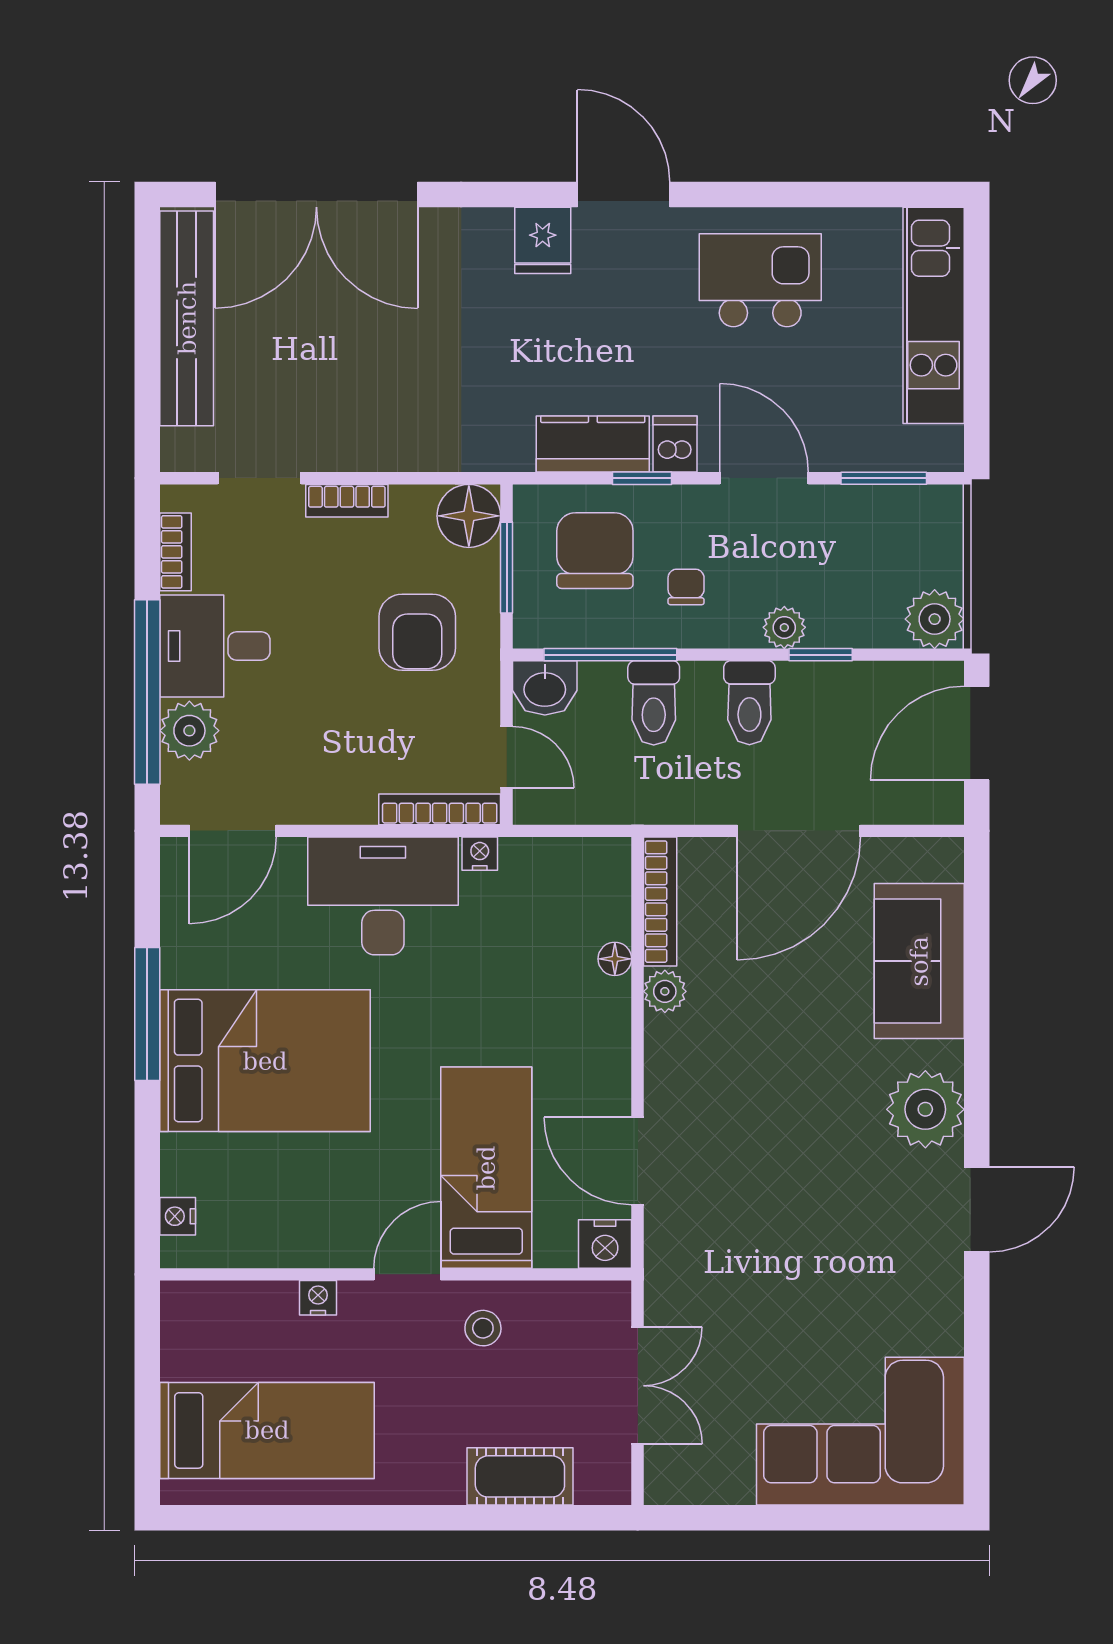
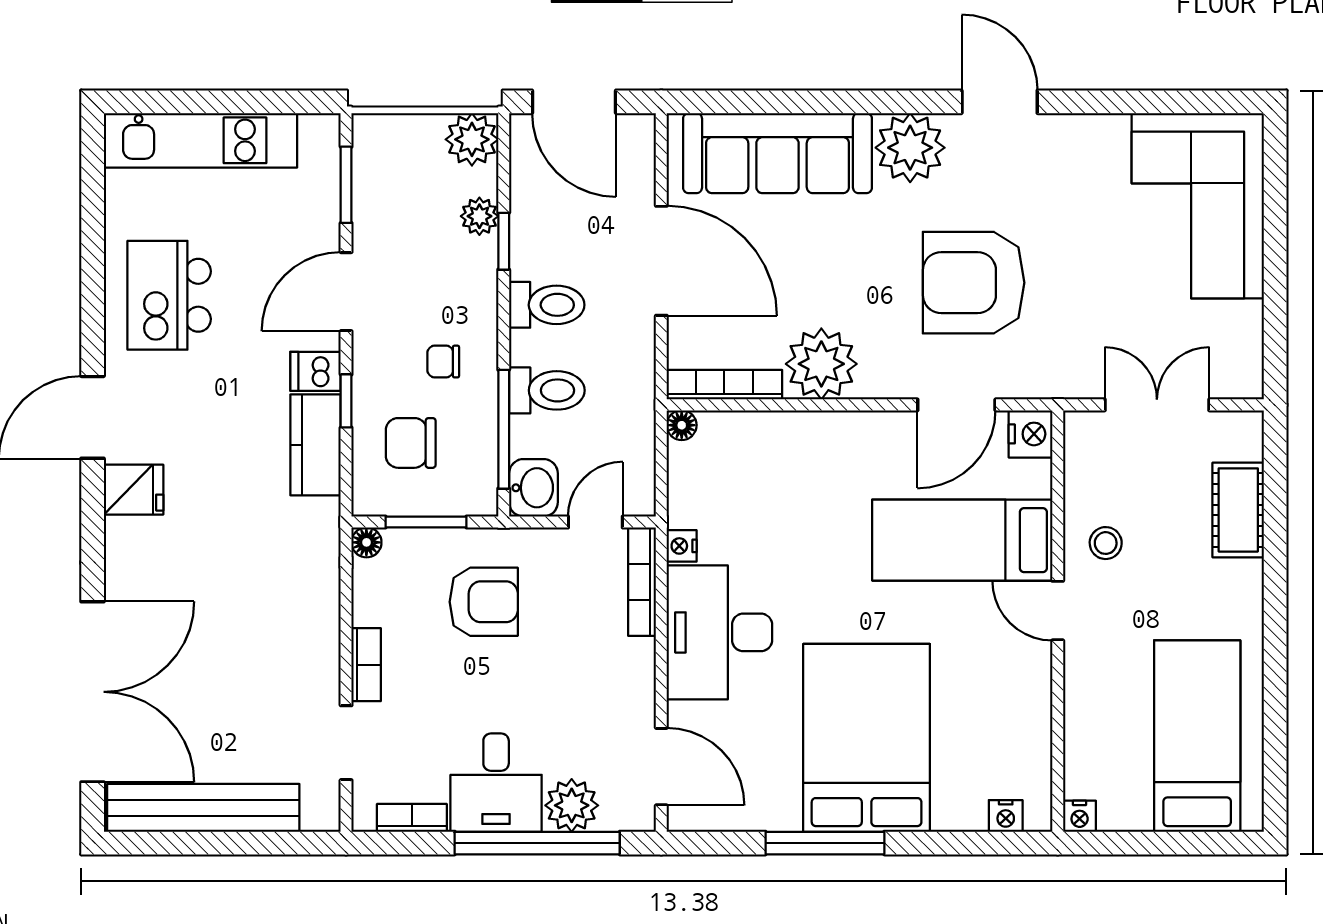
floor lamp: (469, 516) -> (366, 542), width x0.53, depth x0.53
chair: (595, 551) -> (411, 443), width x0.73, depth x0.73
plant: (784, 627) -> (479, 216), moved
floor lamp: (615, 959) -> (682, 425), moved
sofa: (919, 961) -> (778, 153), width x1.36
plant: (665, 991) -> (821, 364), width x1.88, depth x1.88
armchair: (774, 1180) -> (974, 283), added
nightstand: (318, 1298) -> (1080, 816), moved, turned -90

